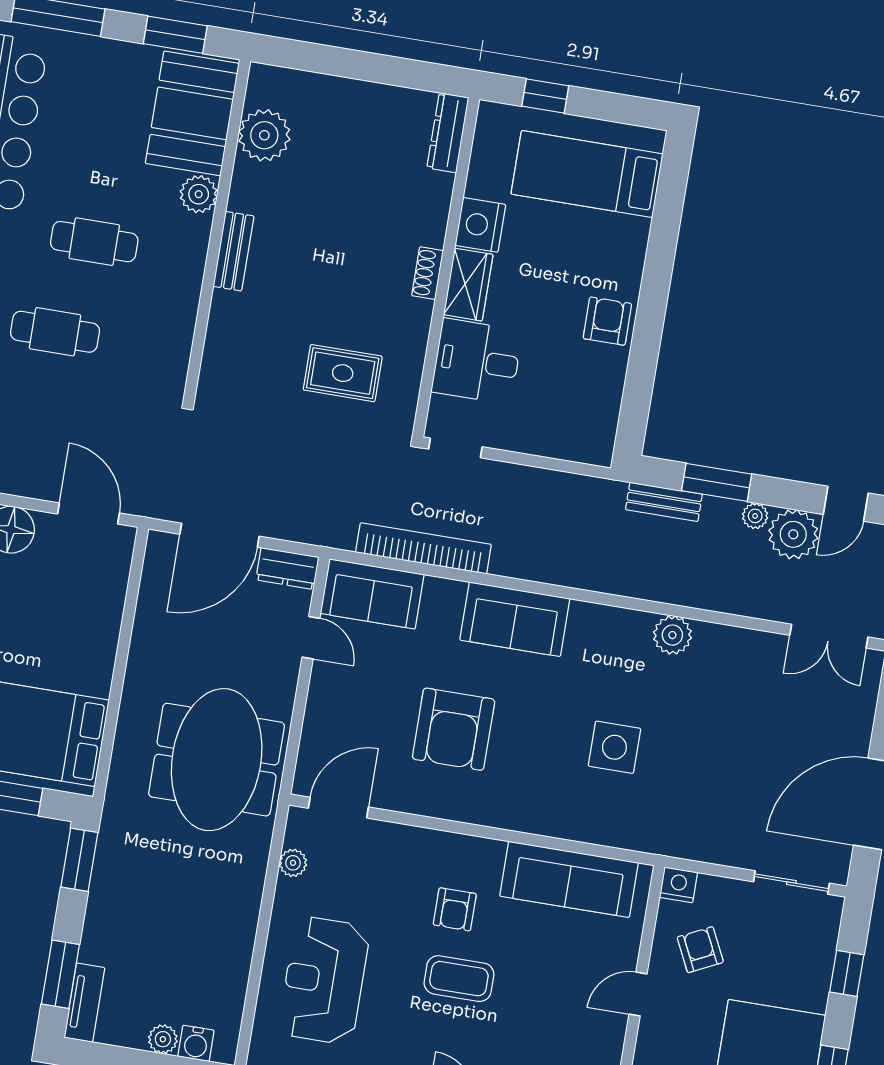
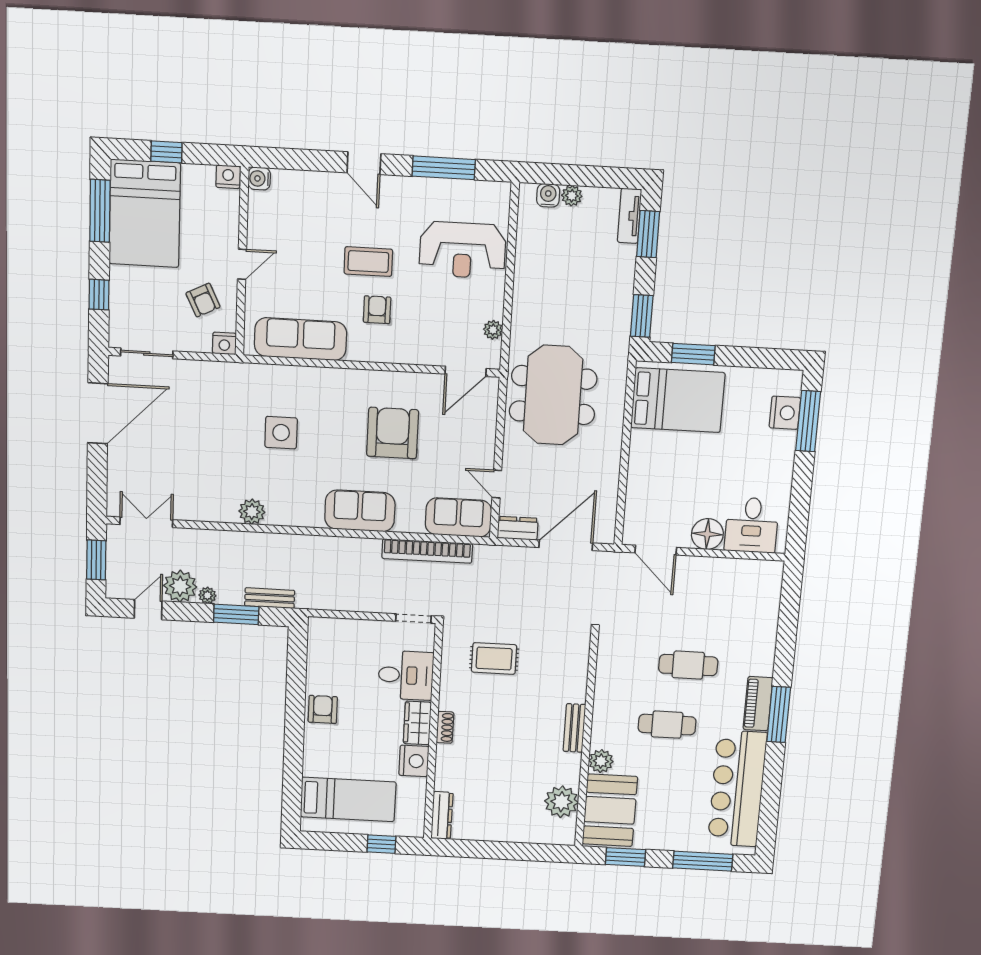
armchair: (607, 321) -> (323, 709), turned 180
reception desk: (324, 980) -> (463, 250), turned 90

